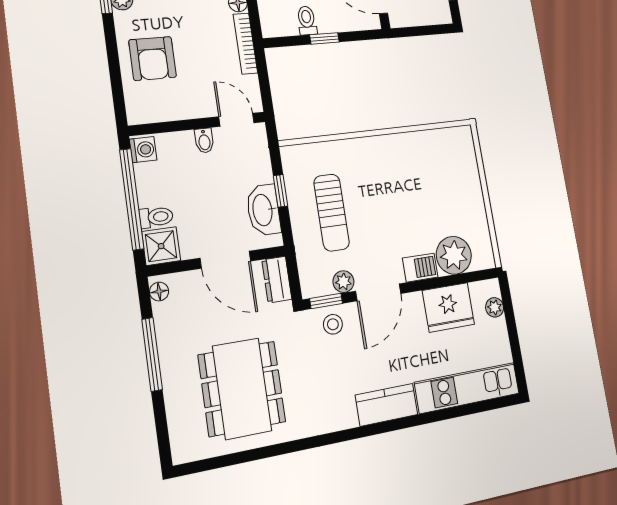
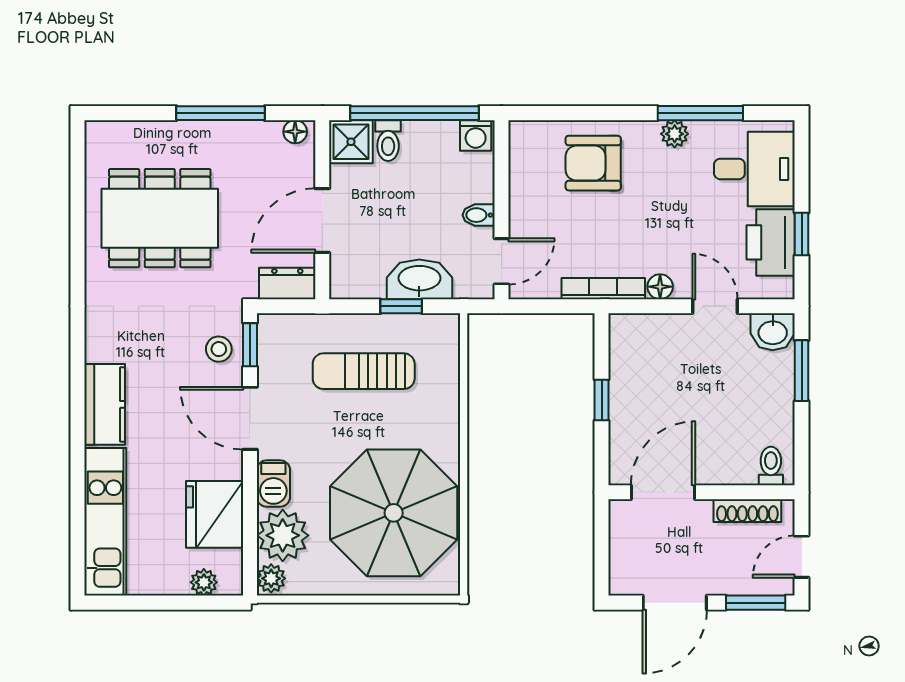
toilet: (307, 21) -> (629, 379), removed
parasol: (425, 178) -> (394, 513), added
washbasin: (263, 210) -> (419, 279), moved
plant: (343, 282) -> (271, 578), moved

